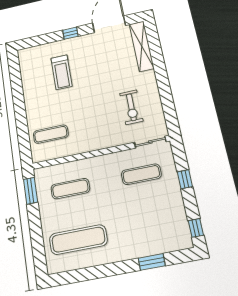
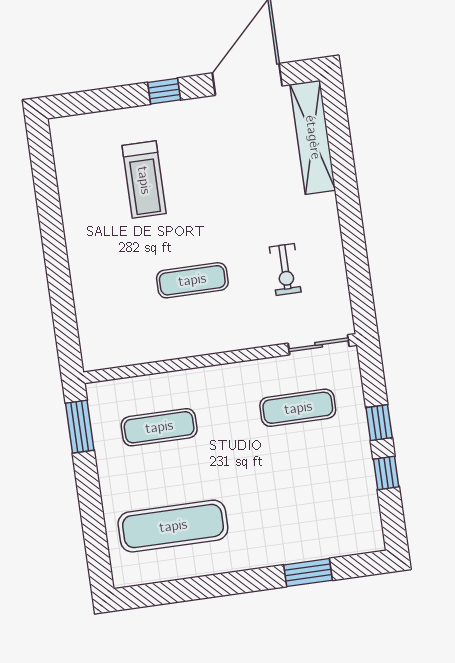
exercise bike: (131, 107) -> (285, 269), width x0.73, depth x0.72
exercise mat: (51, 134) -> (192, 280), moved
window: (196, 228) -> (386, 473), moved

